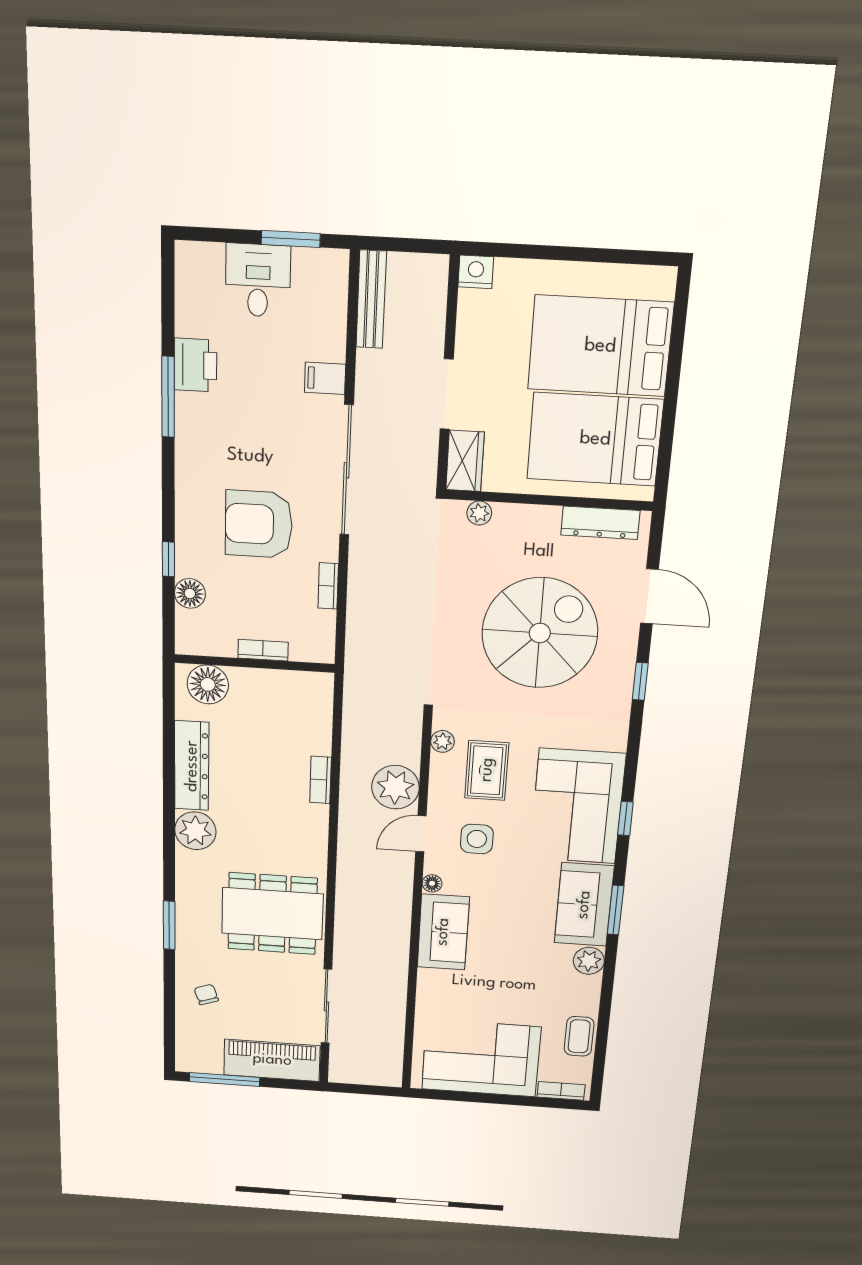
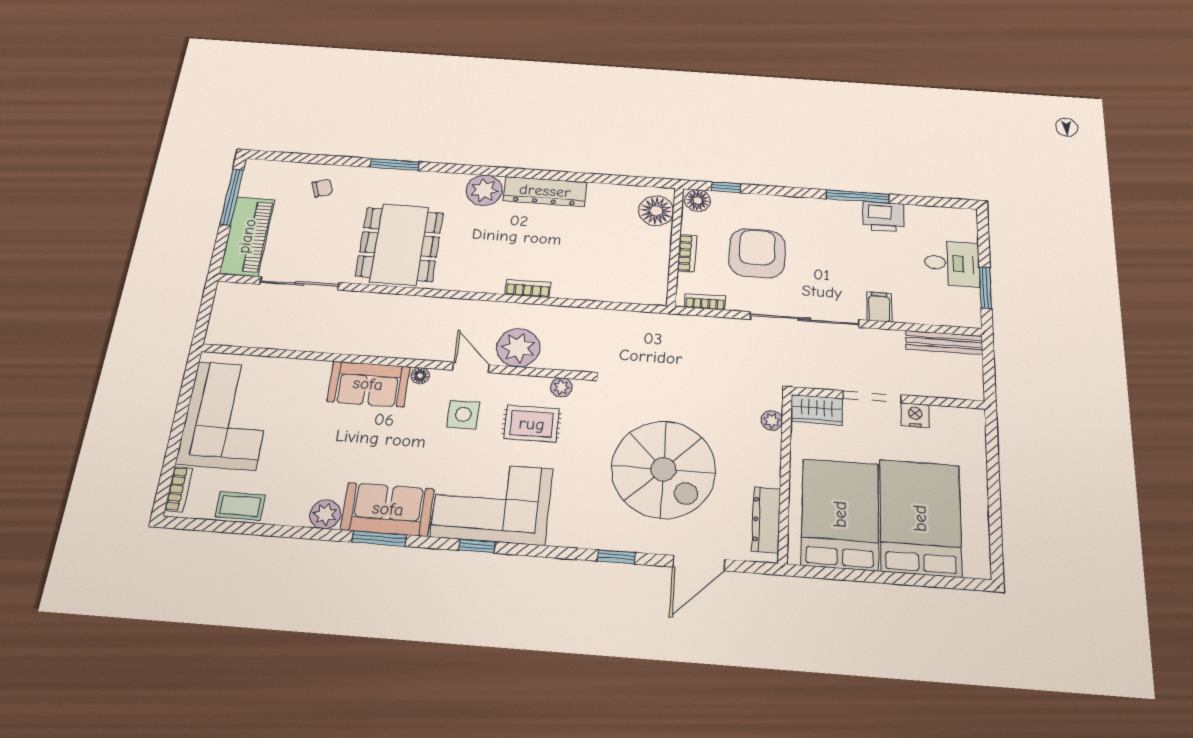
nightstand: (476, 272) -> (915, 415), moved, turned -90
bookcase: (263, 650) -> (687, 253), moved
wall: (254, 663) -> (675, 246), moved
floor lamp: (208, 684) -> (656, 211), moved

